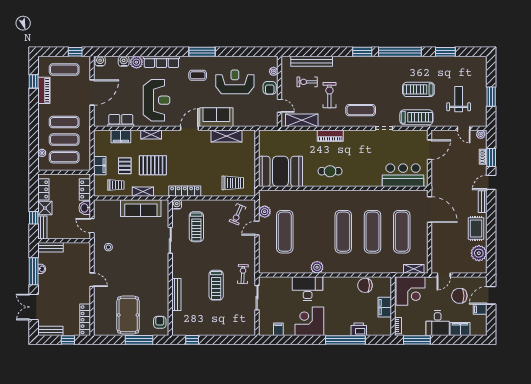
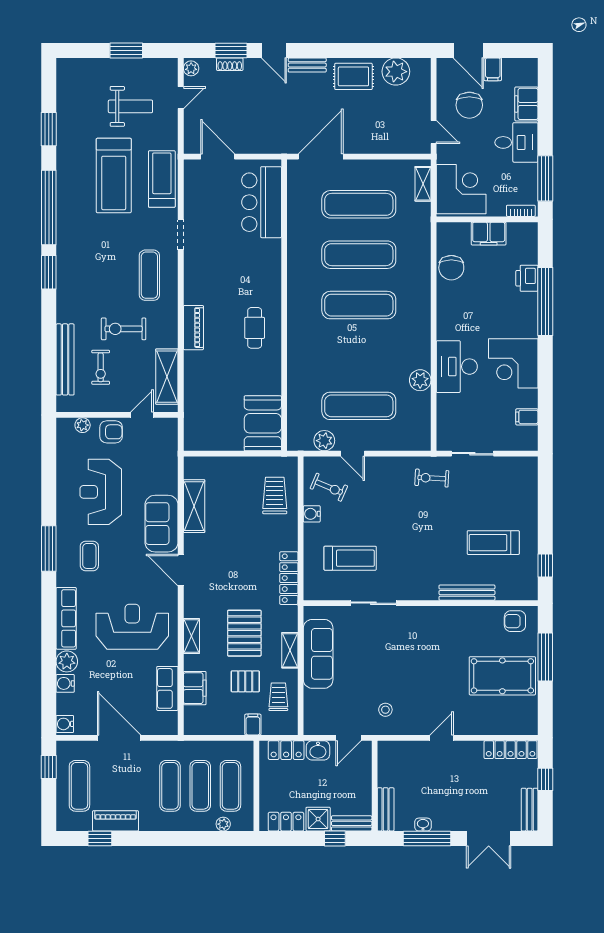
treadmill: (418, 89) -> (114, 175), width x1.37, depth x1.38
weight bench: (459, 99) -> (130, 106), turned 180
filing cabinet: (100, 166) -> (253, 725), width x0.50
booth: (280, 171) -> (263, 423), width x0.73, depth x0.70
water cooler: (177, 204) -> (312, 514), moved
plant: (317, 267) -> (420, 380), moved
treadmill: (216, 285) -> (493, 543), moved, turned 180

